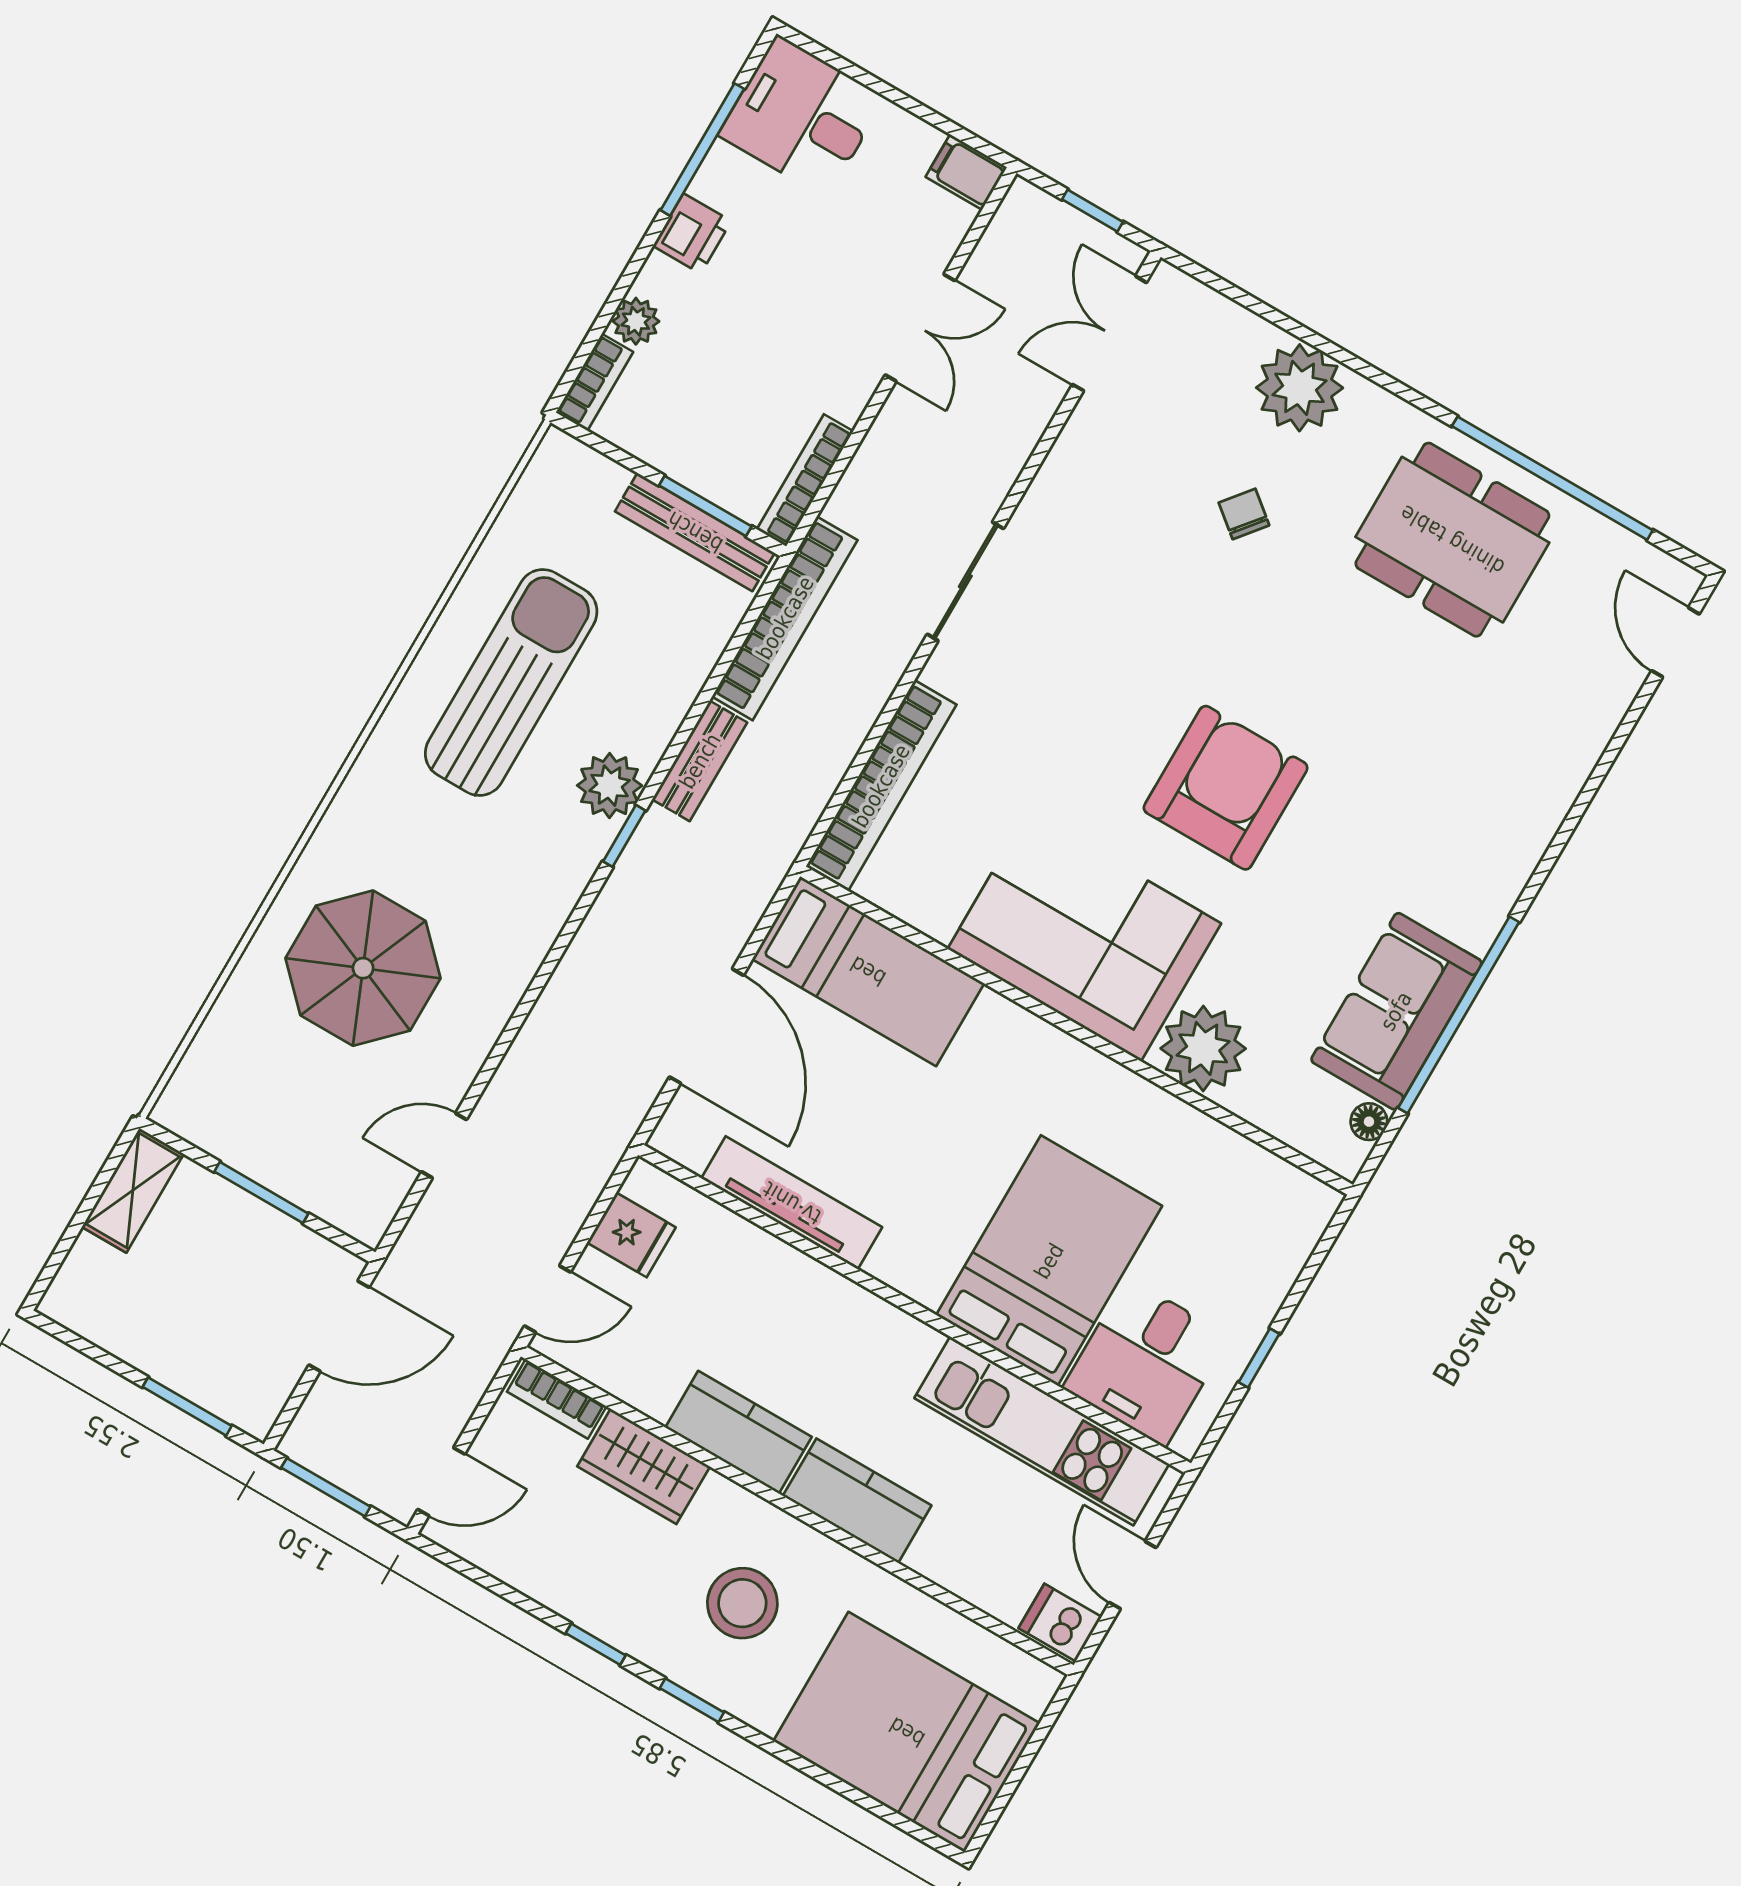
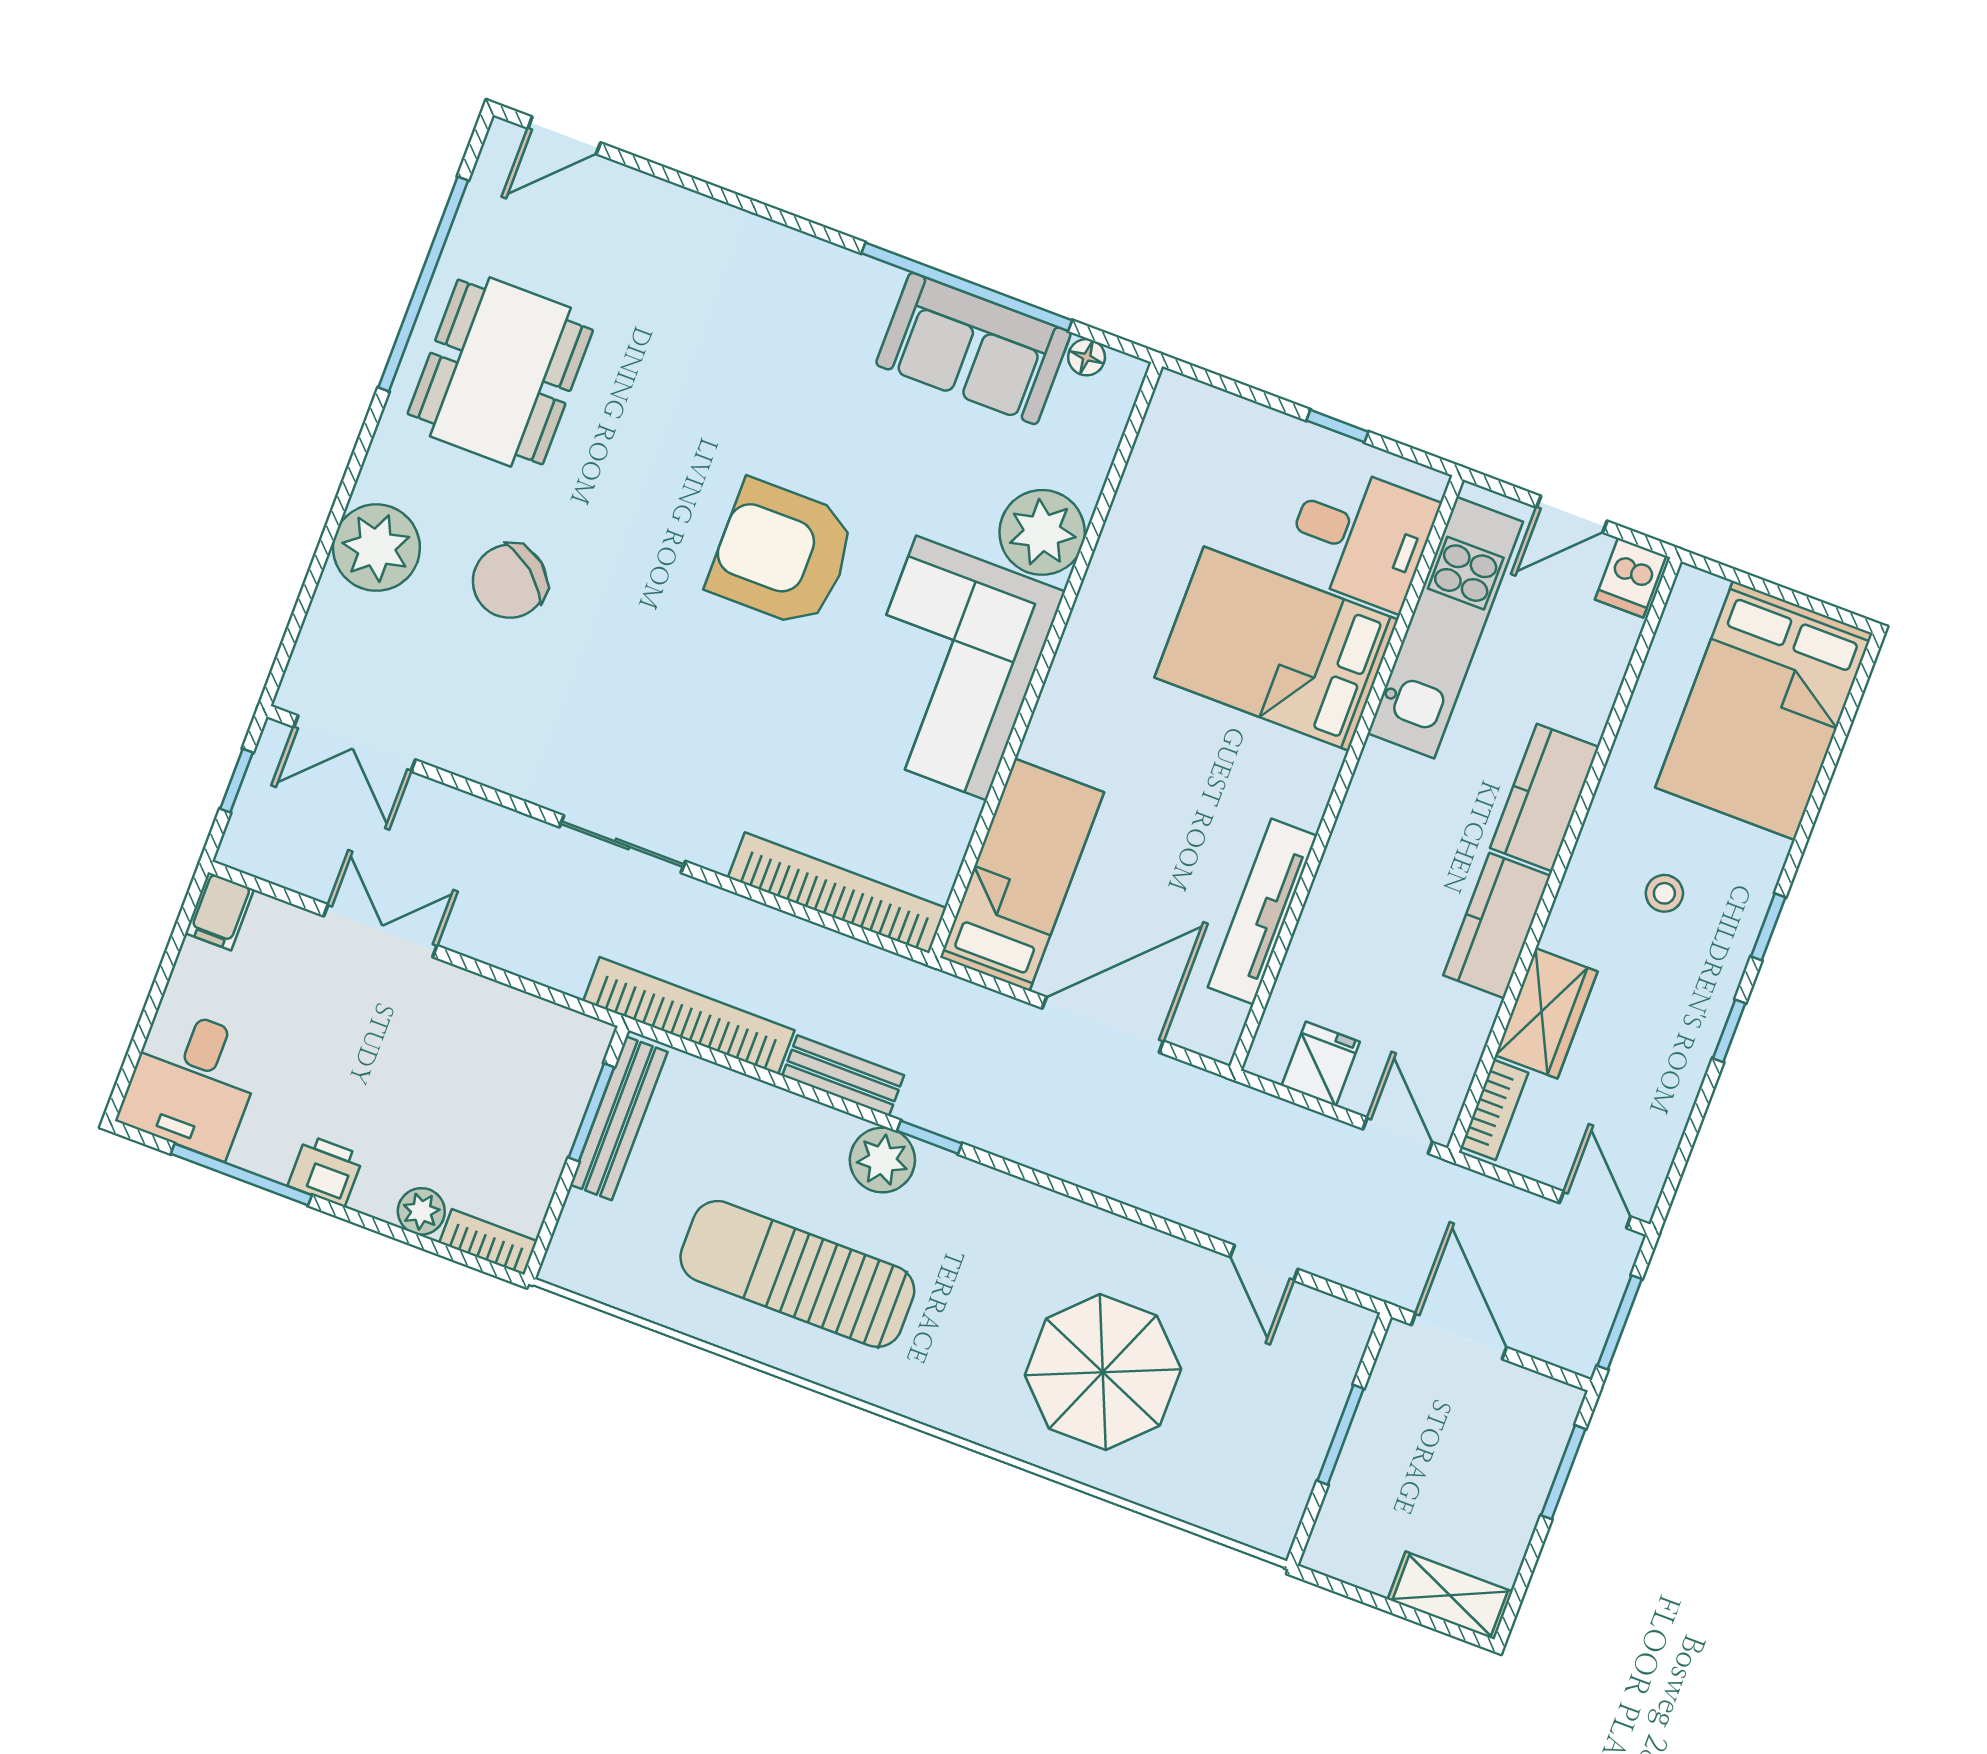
bookcase: (805, 480) -> (550, 1019), removed
chair: (1244, 514) -> (510, 581), width x1.87, depth x1.87
shelving: (133, 1190) -> (1450, 1595), moved
stool: (742, 1603) -> (1664, 893), width x0.53, depth x0.53

